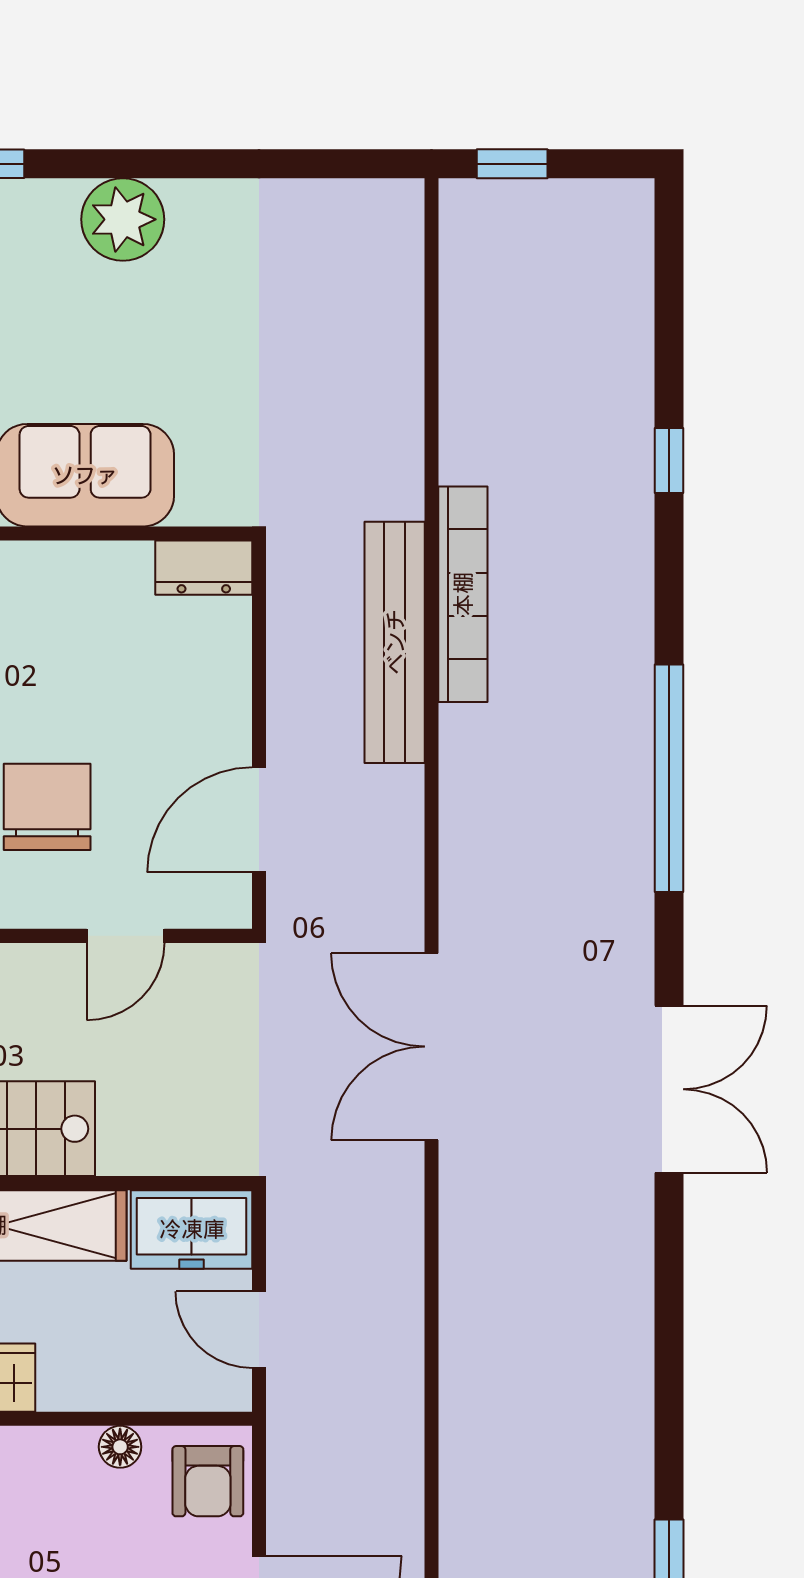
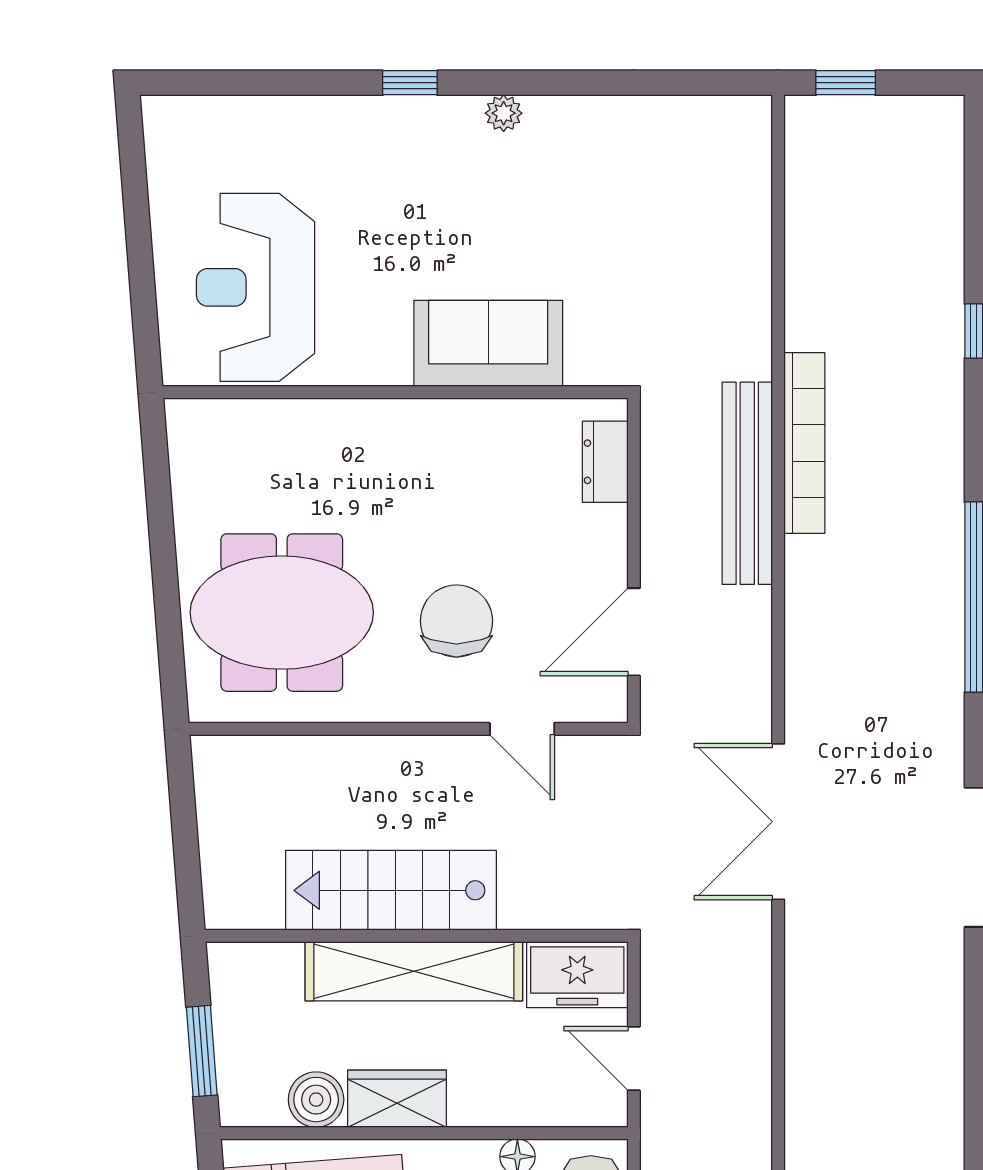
plant: (123, 219) -> (504, 113), width x0.53, depth x0.53
dresser: (204, 568) -> (605, 462), moved, turned 90
door: (126, 936) -> (522, 729), hinge flipped

